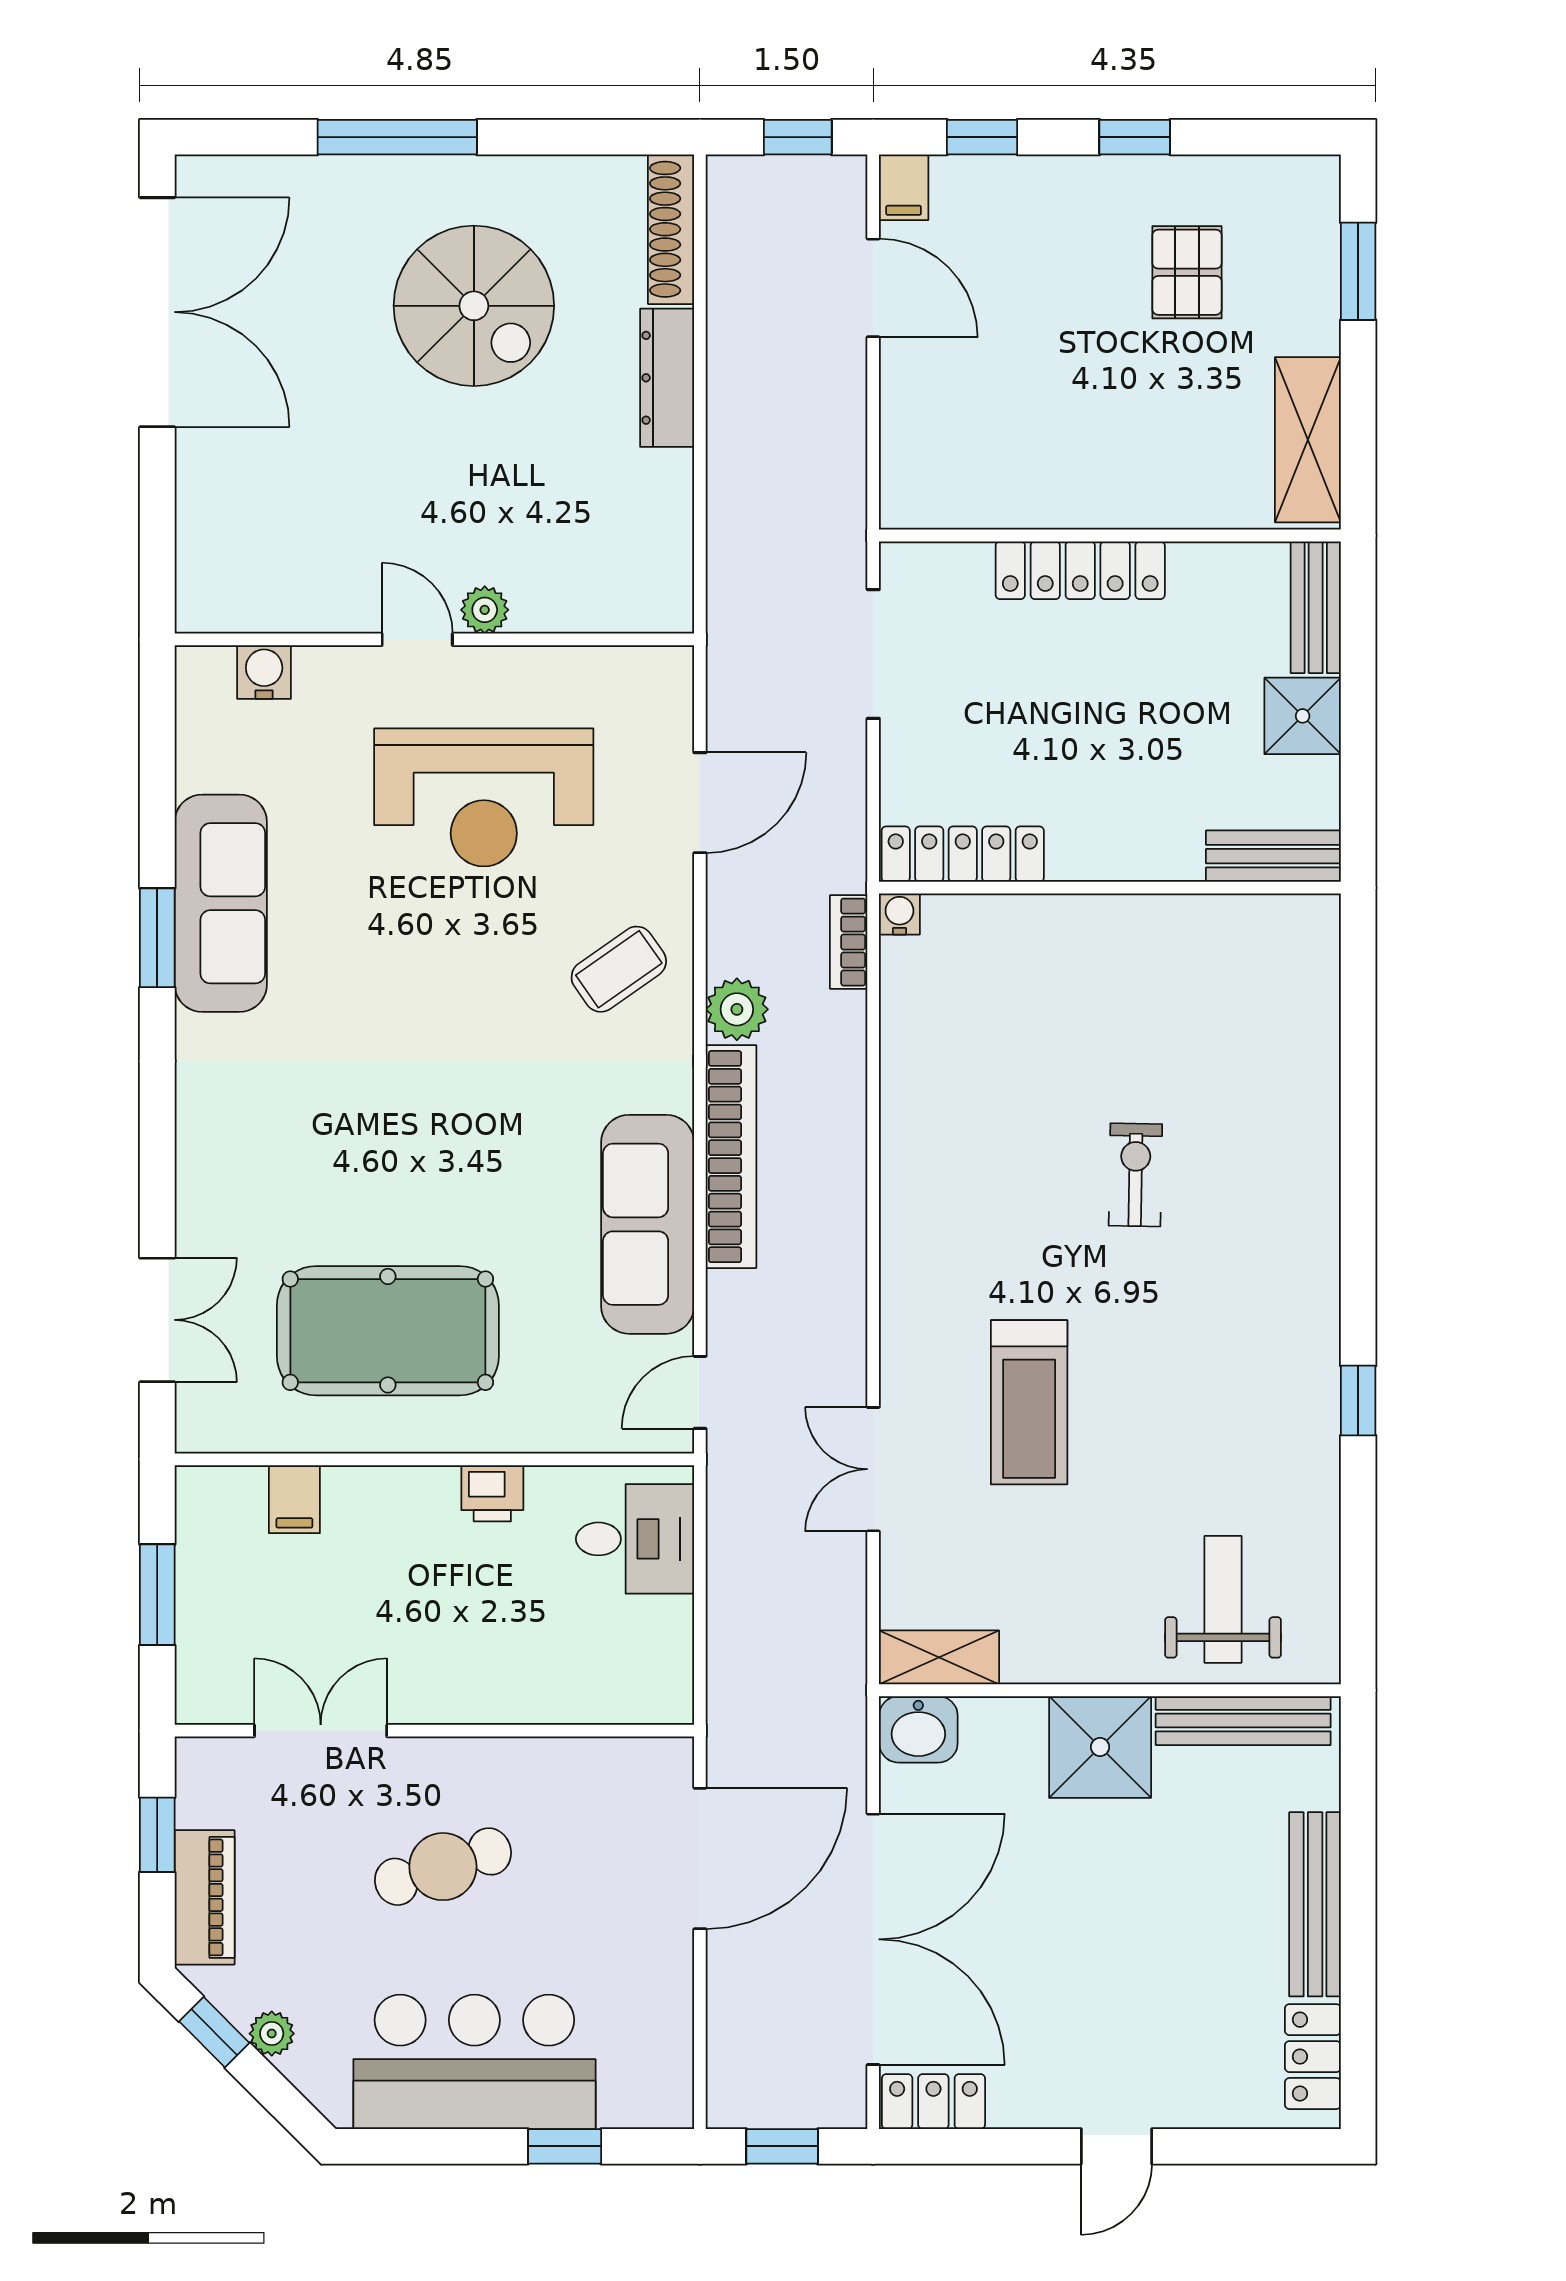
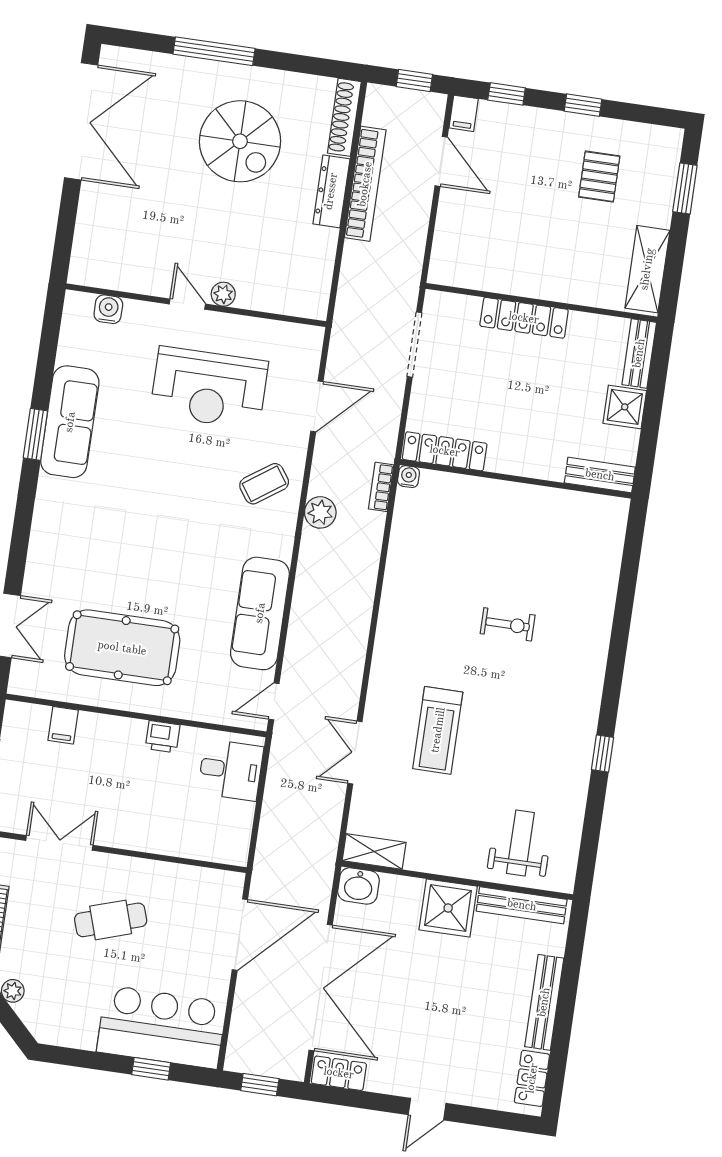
bookcase: (731, 1157) -> (365, 184), moved
exercise bike: (1135, 1175) -> (508, 624), turned 89
bar counter: (474, 2062) -> (162, 1027), moved

